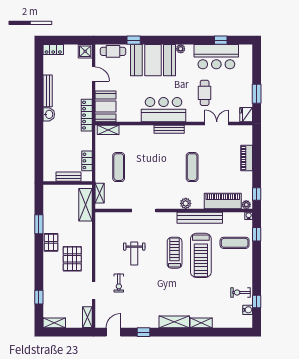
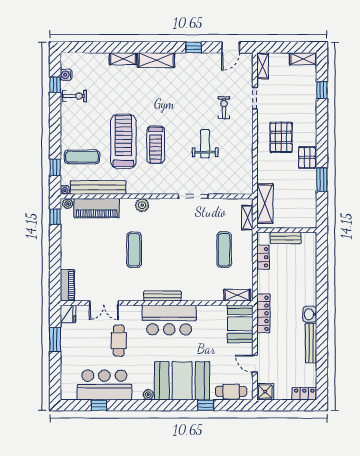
piano: (247, 158) -> (67, 285), moved
bench: (200, 218) -> (98, 188), moved

